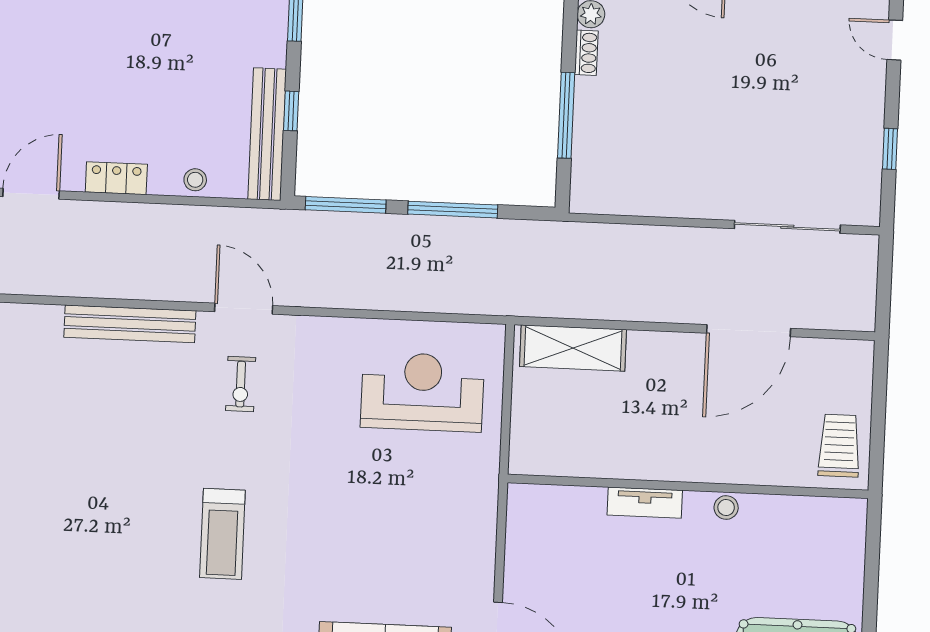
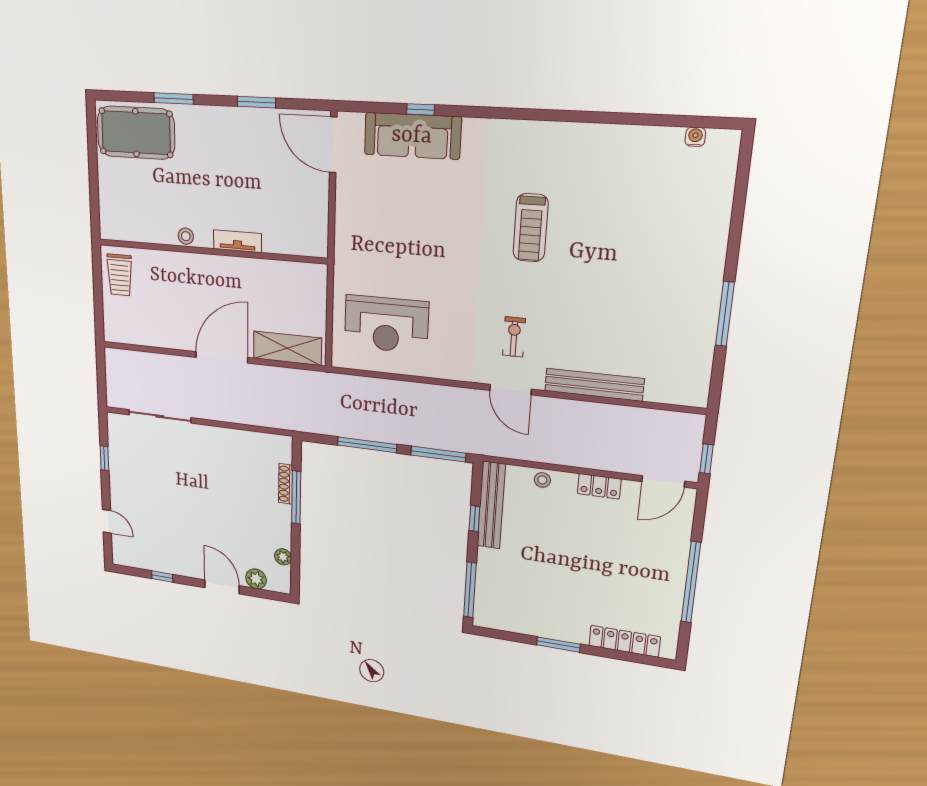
shoe rack: (586, 53) -> (286, 484), moved, width x1.43
door: (749, 331) -> (222, 357), moved
treadmill: (222, 534) -> (531, 228), turned 180

